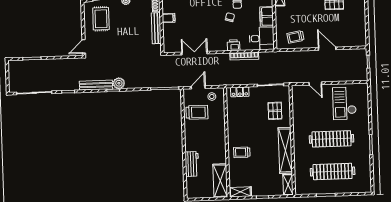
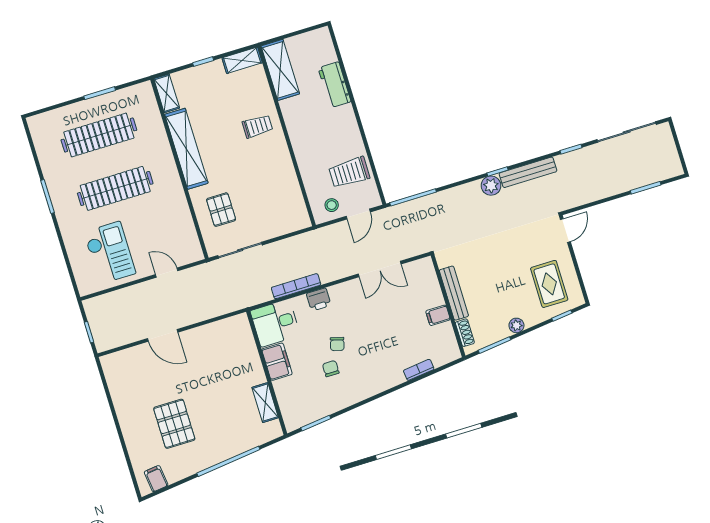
trolley: (296, 37) -> (220, 341), removed
locker: (240, 92) -> (288, 225), removed

